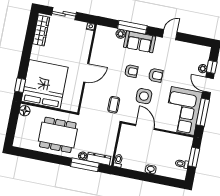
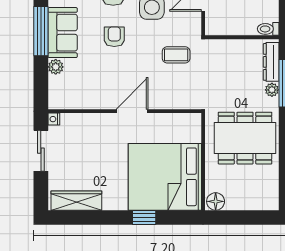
sliding door: (64, 14) -> (41, 151), moved
window: (132, 27) -> (41, 31), moved
door: (86, 73) -> (132, 111), hinge flipped
window: (20, 85) -> (144, 218), moved
dining table: (58, 135) -> (245, 138), turned 90

